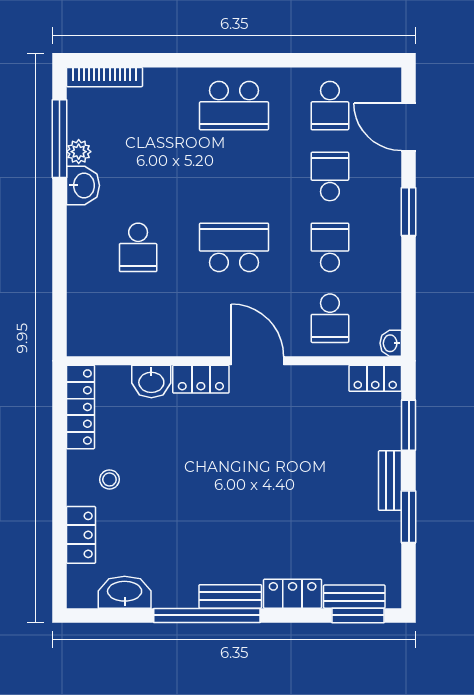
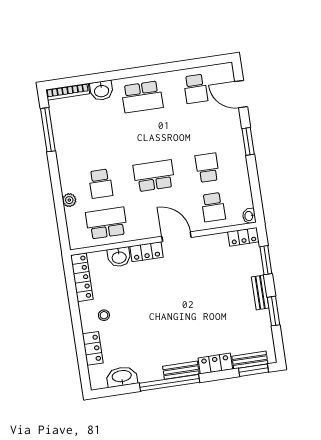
plant: (79, 152) -> (69, 200), moved
school desk: (330, 176) -> (106, 223), moved, width x1.85
washbasin: (83, 185) -> (101, 91), moved, turned 90

